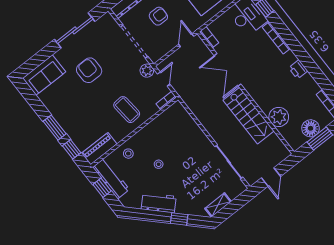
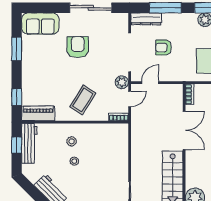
armchair: (158, 16) -> (164, 47), turned 180
door: (186, 40) -> (150, 83), moved
double door: (228, 70) -> (184, 130), swing flipped
coffee table: (127, 110) -> (83, 100), turned 37
window: (55, 128) -> (17, 49), moved
stool: (128, 154) -> (72, 141), moved

